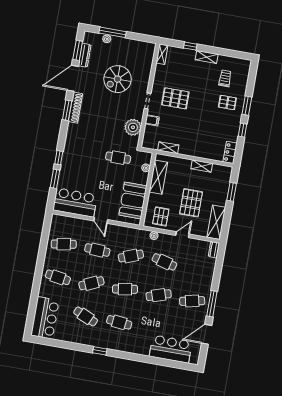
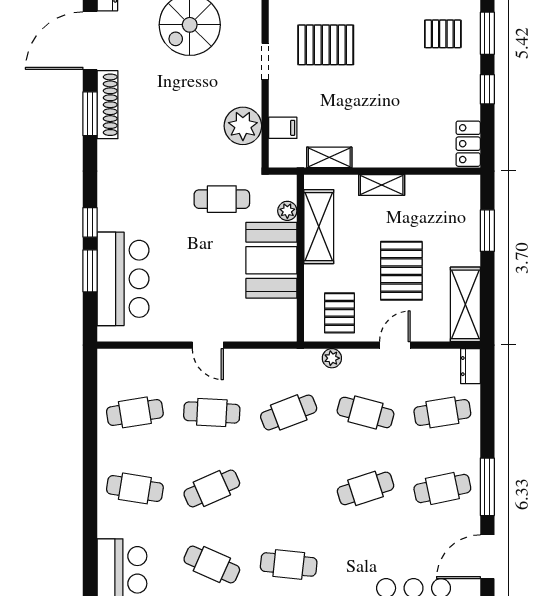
filing cabinet: (152, 120) -> (283, 128), moved
shelving: (202, 166) -> (382, 185), moved
booth: (133, 201) -> (271, 260), moved
bar counter: (75, 203) -> (123, 279), moved, turned 90
cafe table: (125, 289) -> (442, 412), moved

